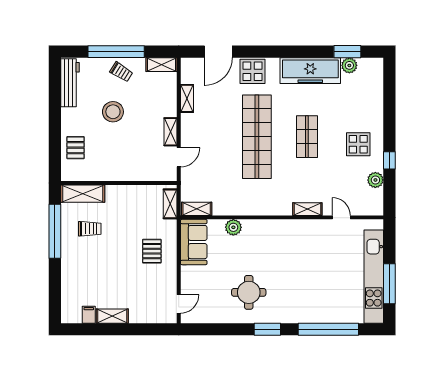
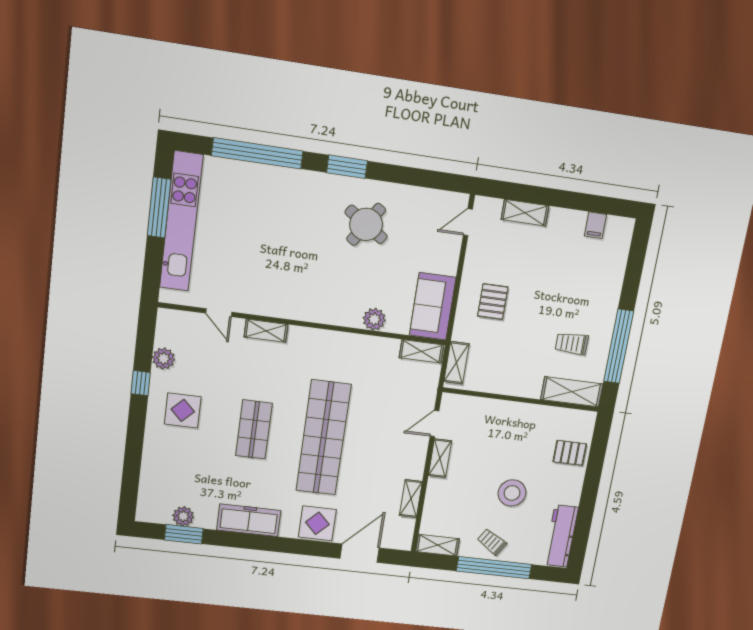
freezer: (310, 71) -> (249, 520), width x0.73, depth x0.79
pallet: (76, 148) -> (570, 453), turned 90
round table: (249, 292) -> (366, 224), turned 33
shelving: (112, 316) -> (525, 213), moved

